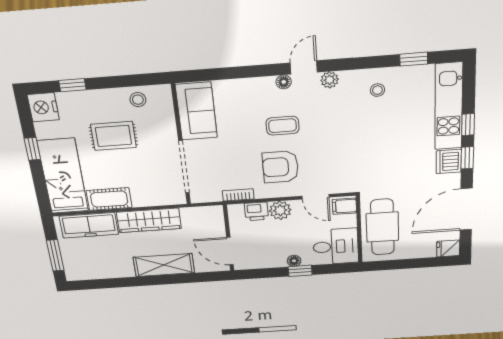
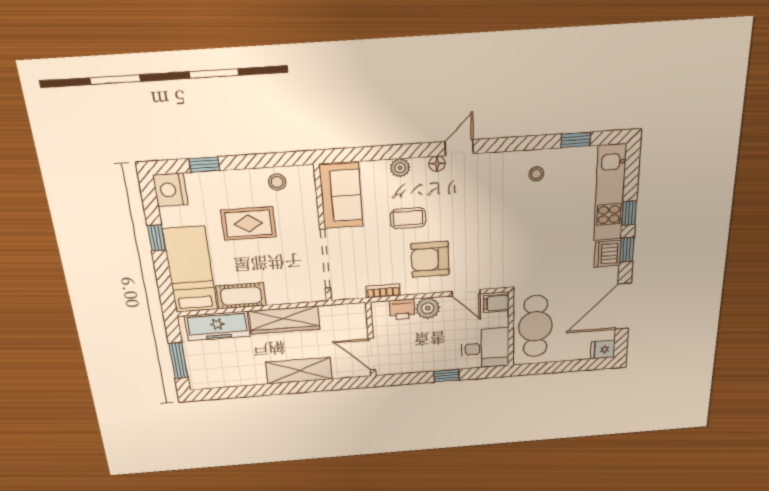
plant: (330, 80) -> (400, 168), moved
coffee table: (283, 126) -> (408, 218), moved
floor lamp: (294, 261) -> (440, 365), removed

